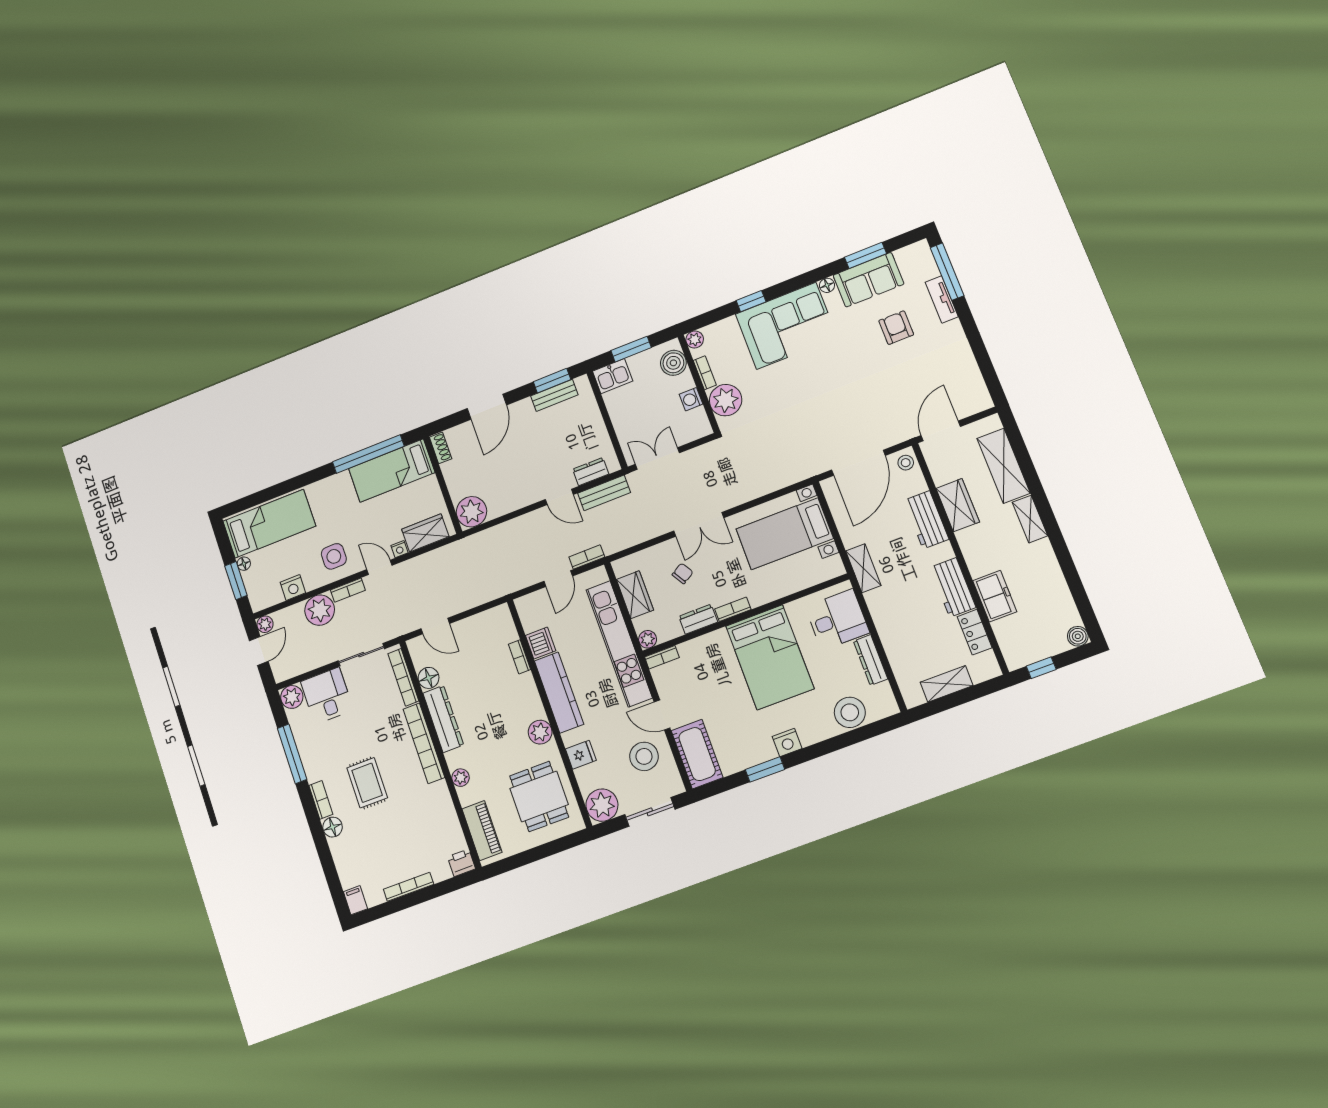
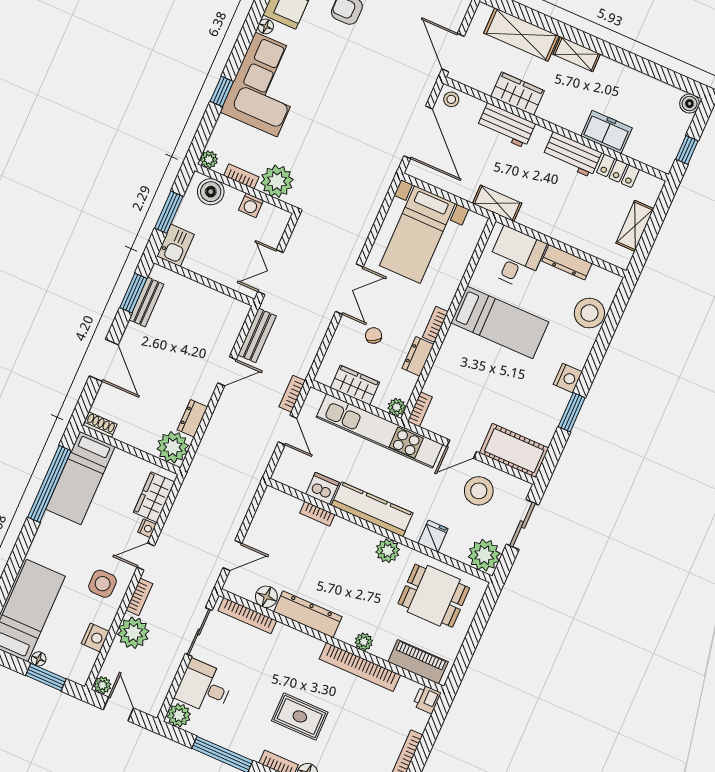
dresser: (591, 472) -> (193, 418), moved
bed: (770, 657) -> (500, 322), width x0.67
bookcase: (424, 743) -> (360, 667), moved

